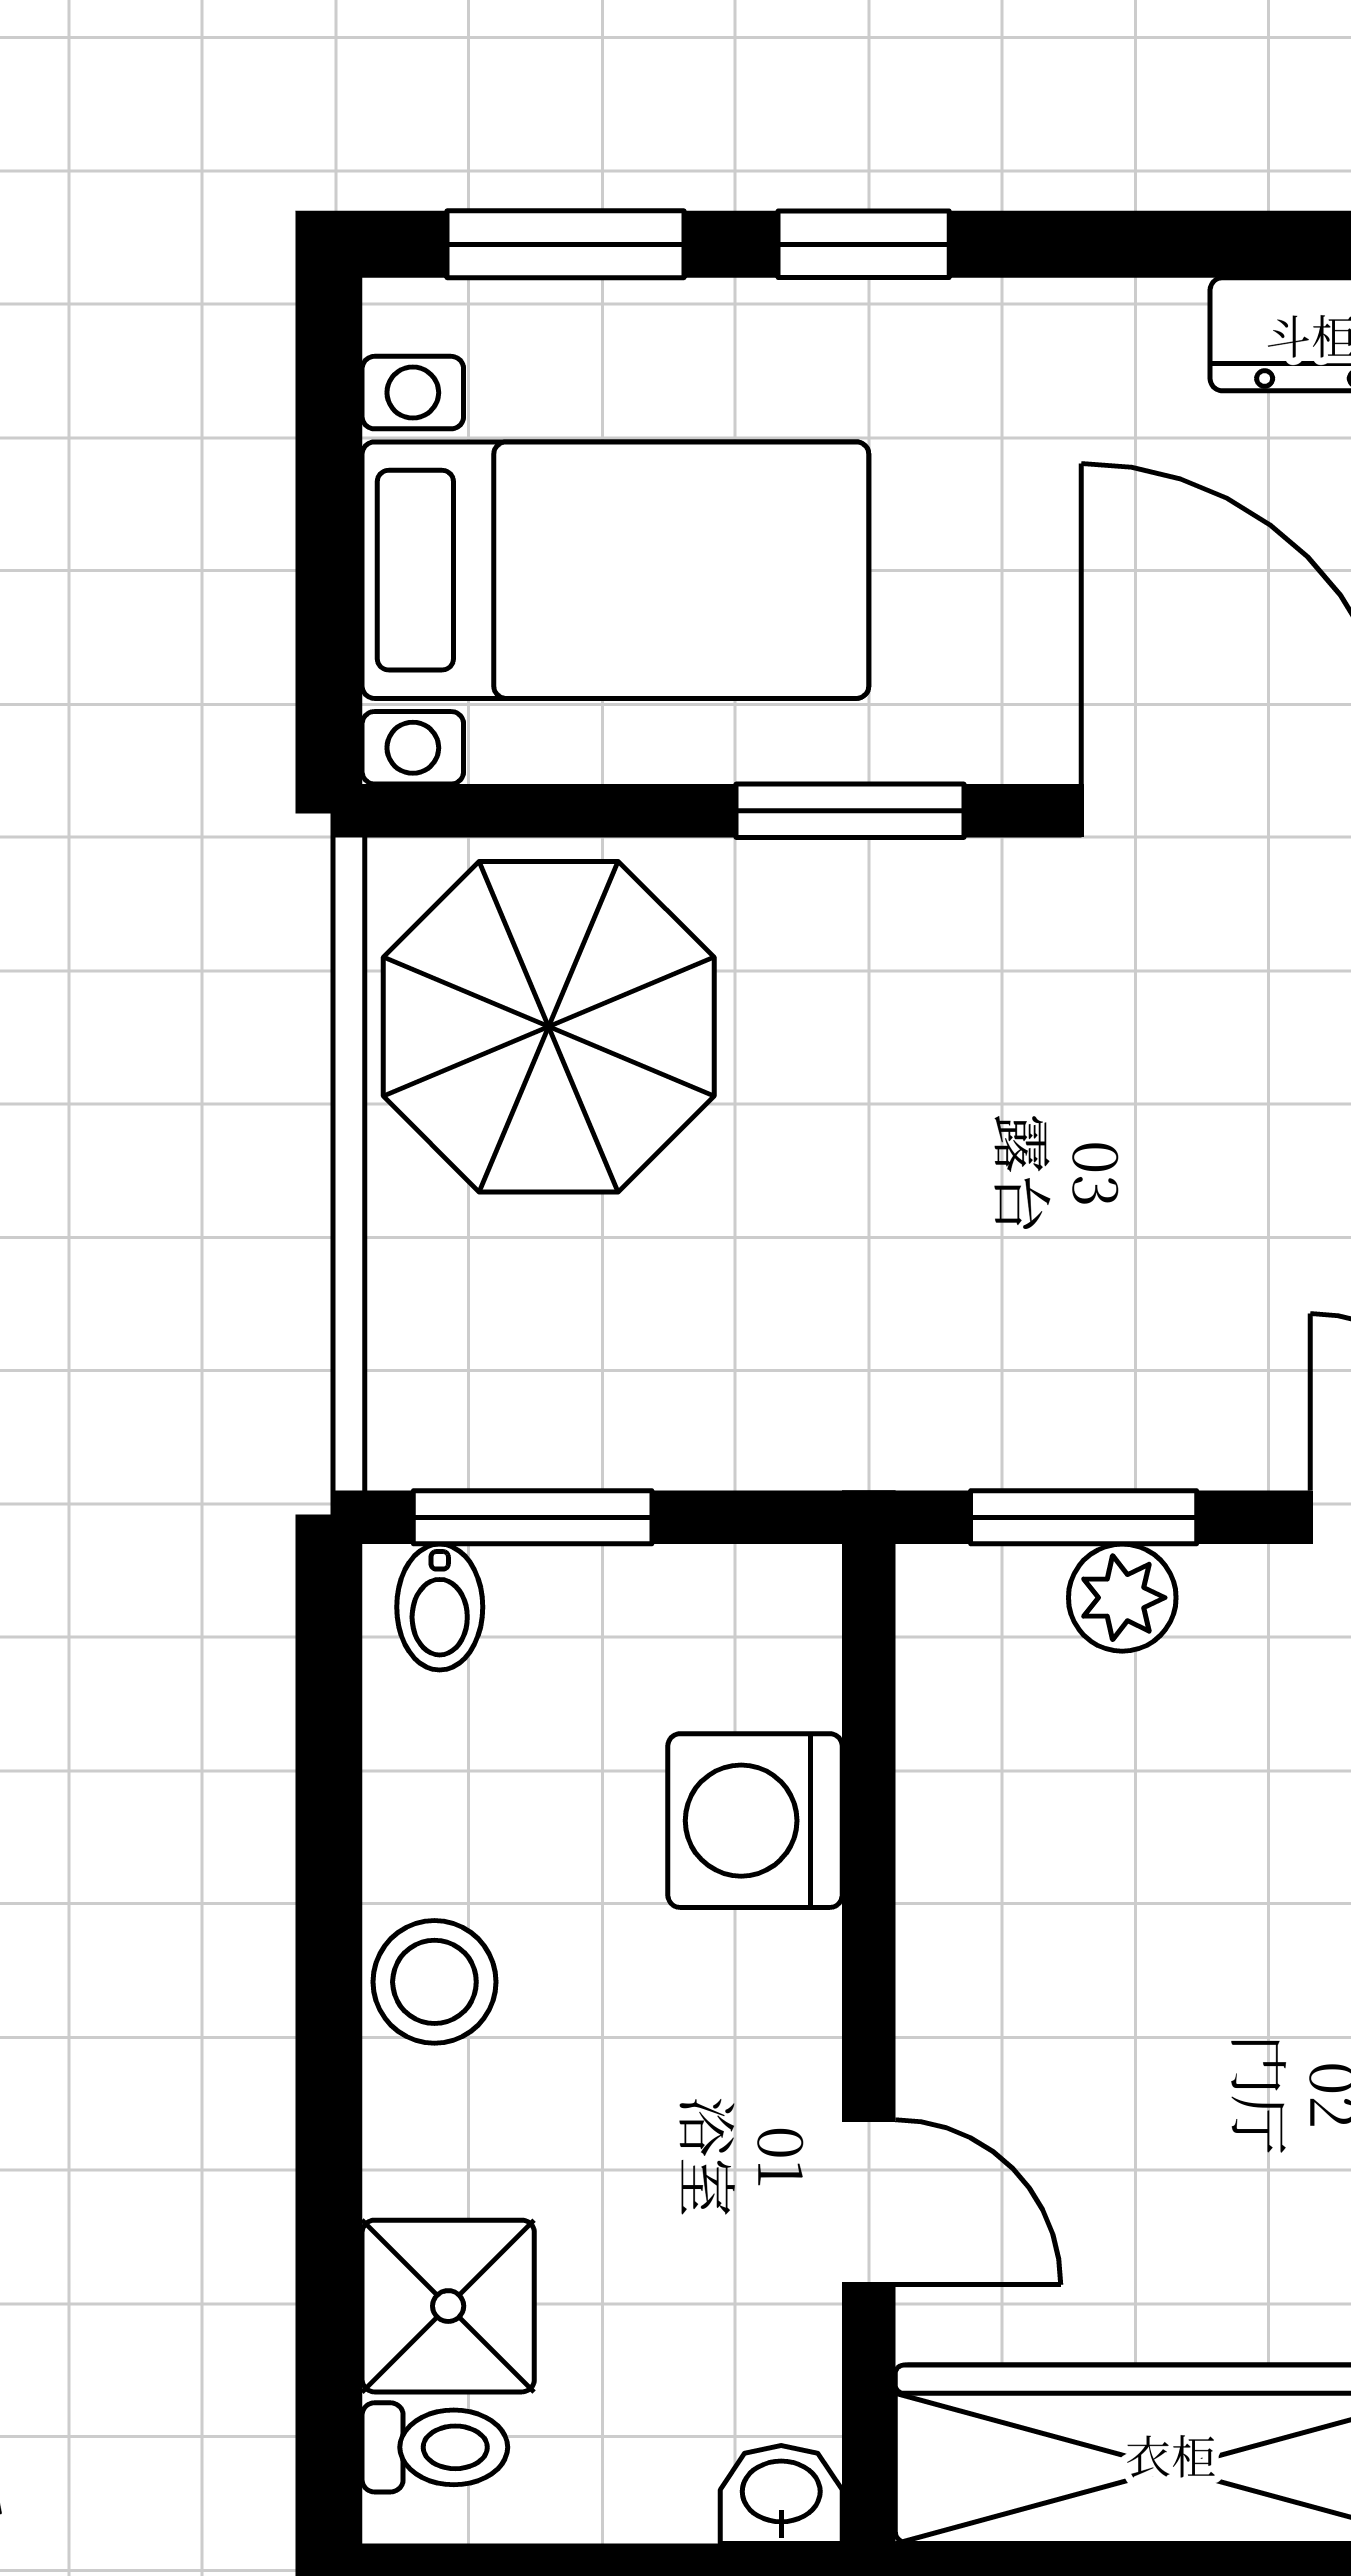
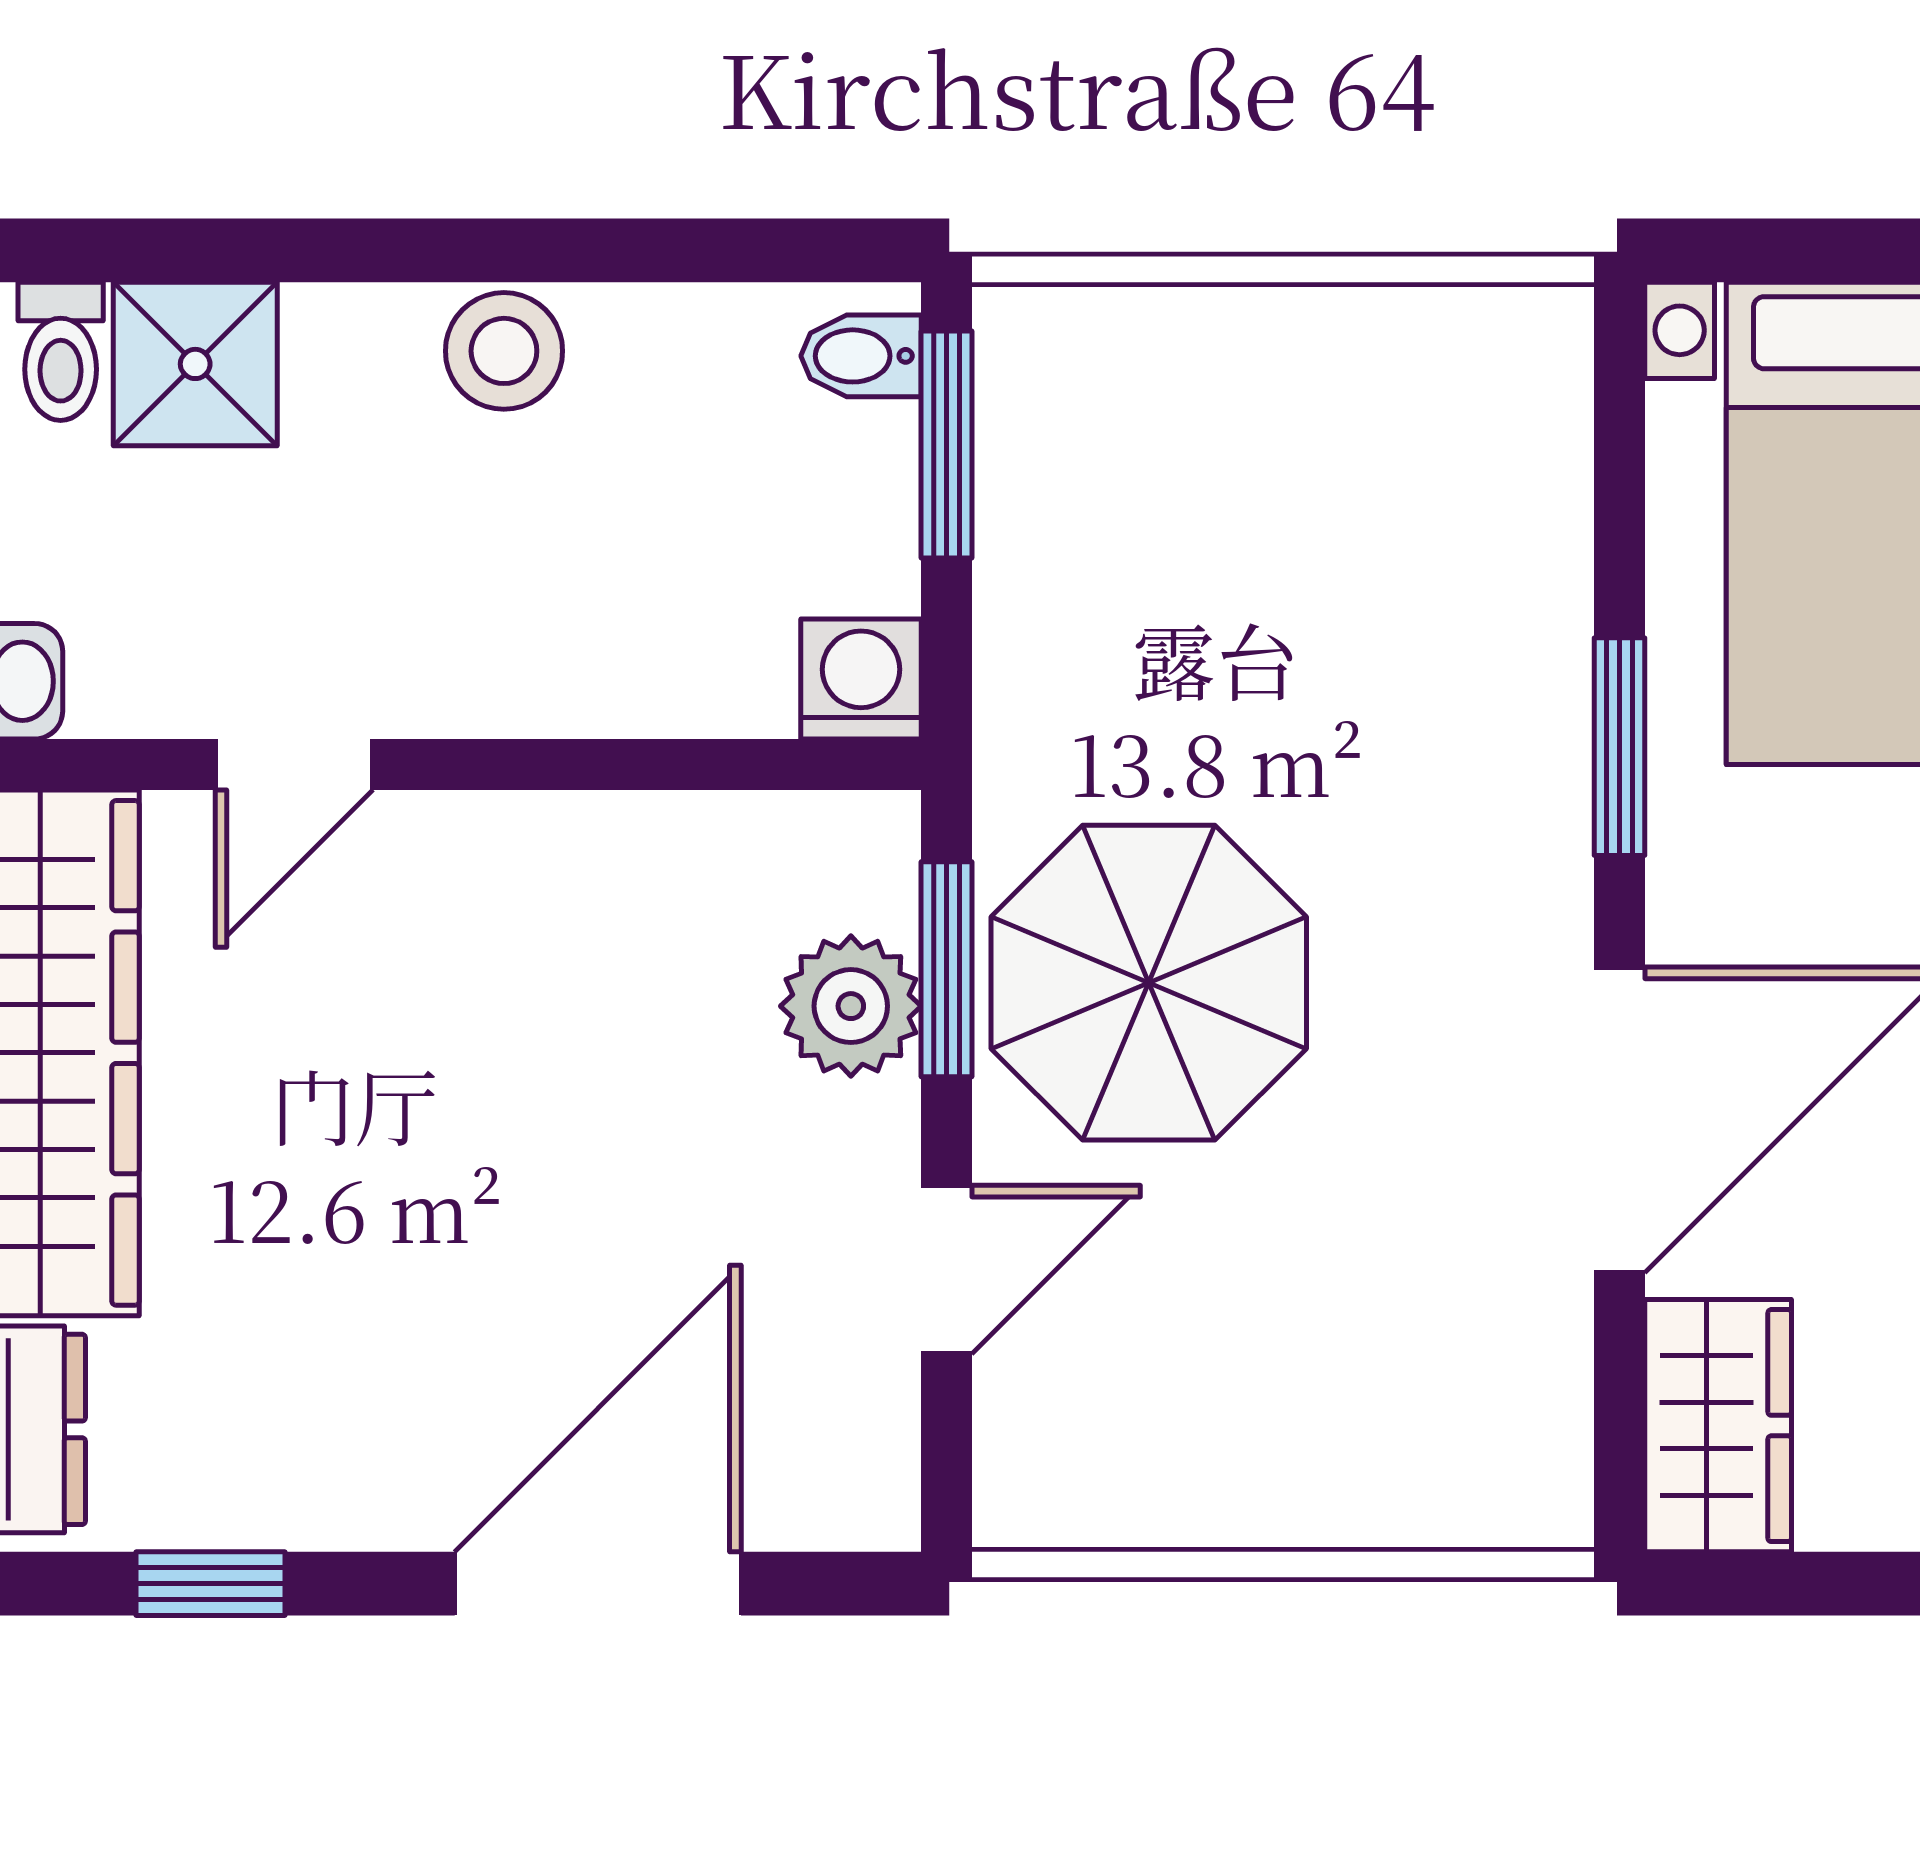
parasol: (549, 1027) -> (1149, 983), moved
plant: (1122, 1598) -> (851, 1006), width x1.38, depth x1.38
washing machine: (755, 1821) -> (861, 679), moved, width x0.73, depth x0.73

